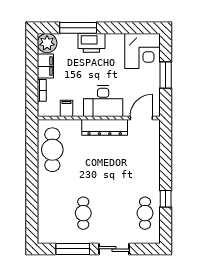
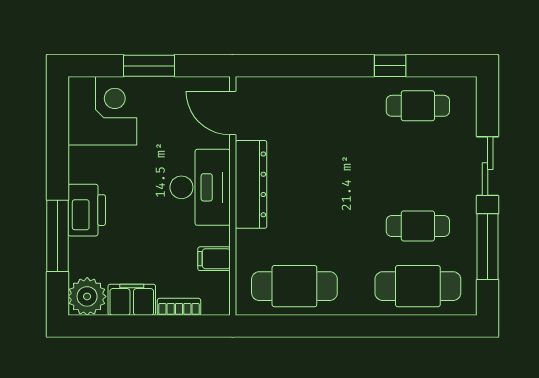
cafe table: (52, 213) -> (418, 286), added

